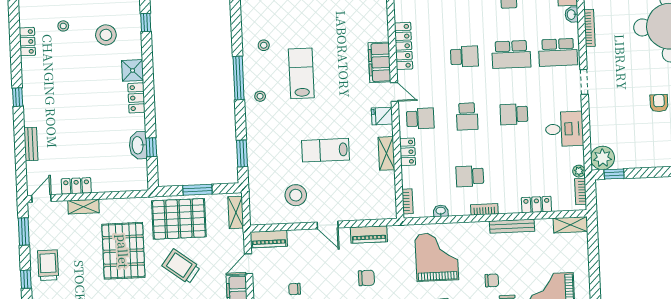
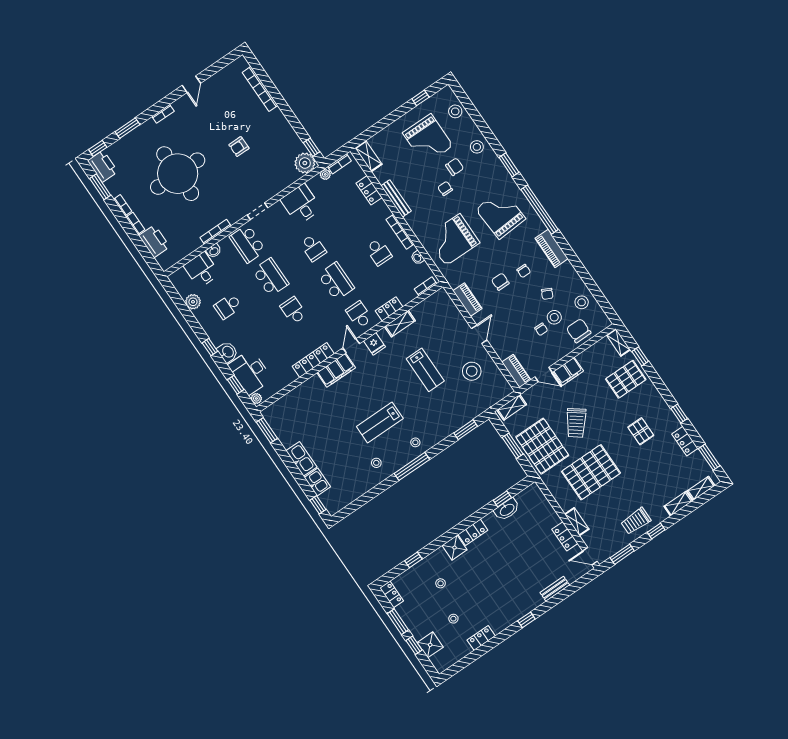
stool: (106, 35) -> (441, 583), width x0.53, depth x0.53
school desk: (558, 52) -> (248, 244), turned 180
school desk: (467, 116) -> (336, 281), width x1.85
bookcase: (484, 209) -> (400, 232), width x1.56

